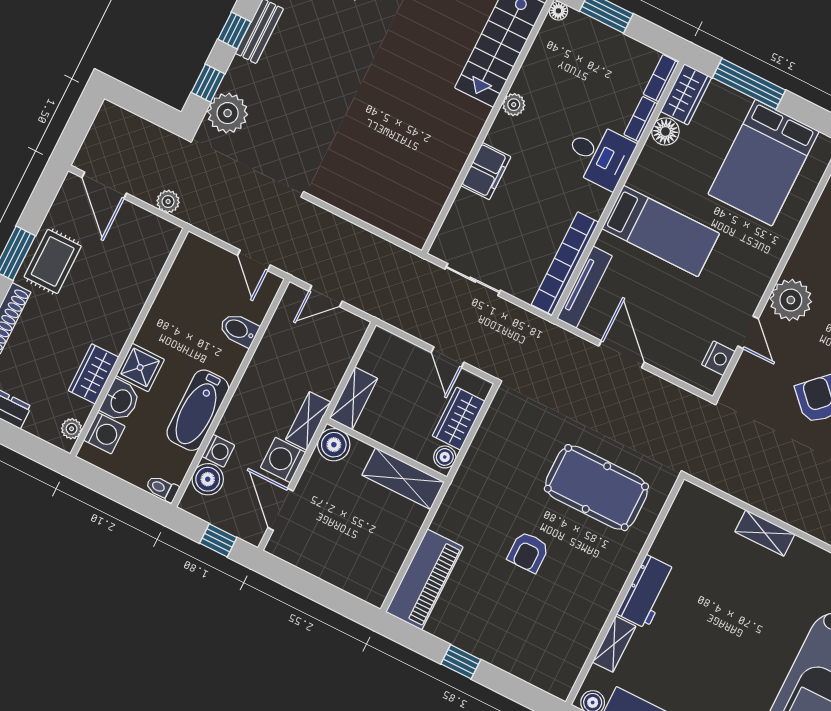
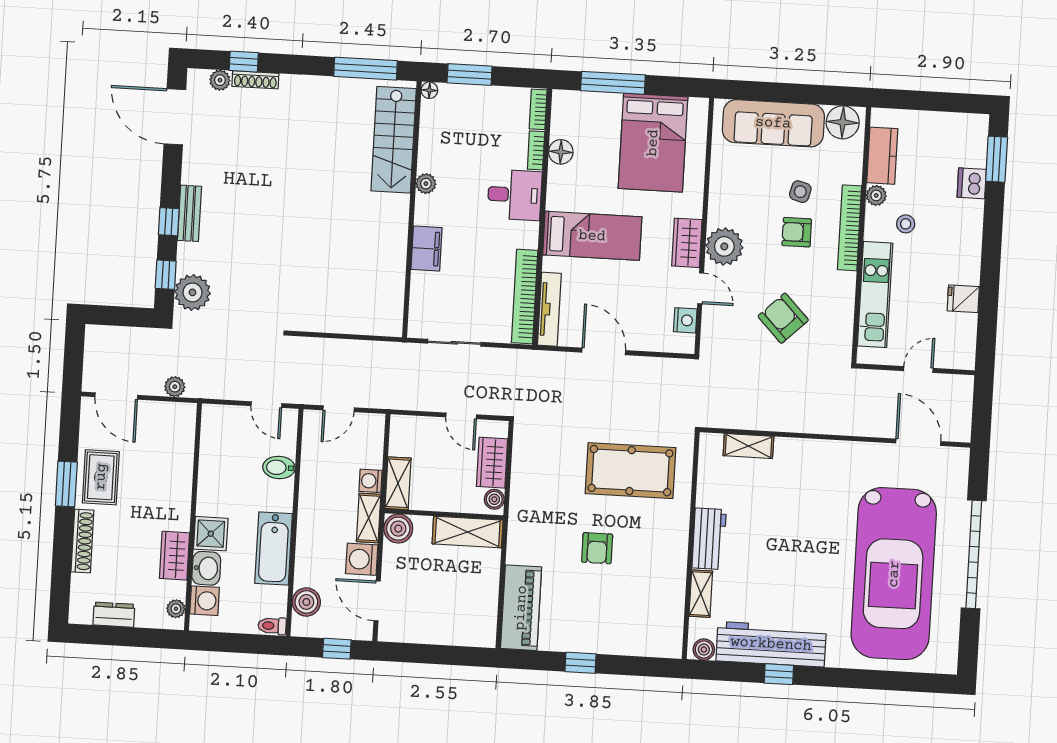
wardrobe: (686, 94) -> (687, 243), moved, turned 180
washing machine: (218, 451) -> (371, 481), moved, turned 180
shelving: (765, 533) -> (748, 446), moved

